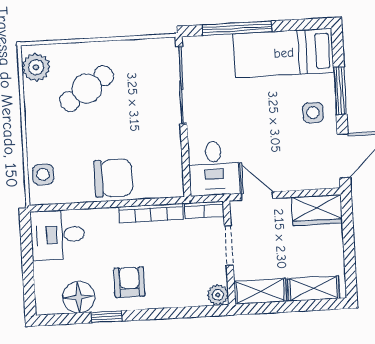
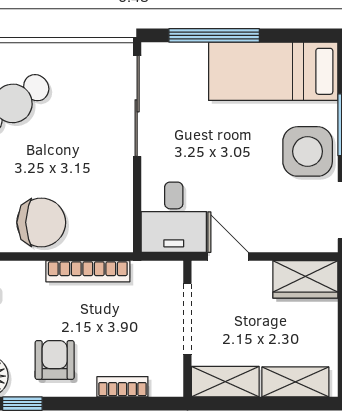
side table: (313, 113) -> (308, 151), width x1.87, depth x1.87
bookcase: (204, 210) -> (122, 387), moved, turned 180
doorway: (229, 245) -> (187, 319), width x1.38
plant: (218, 295) -> (170, 383), removed

